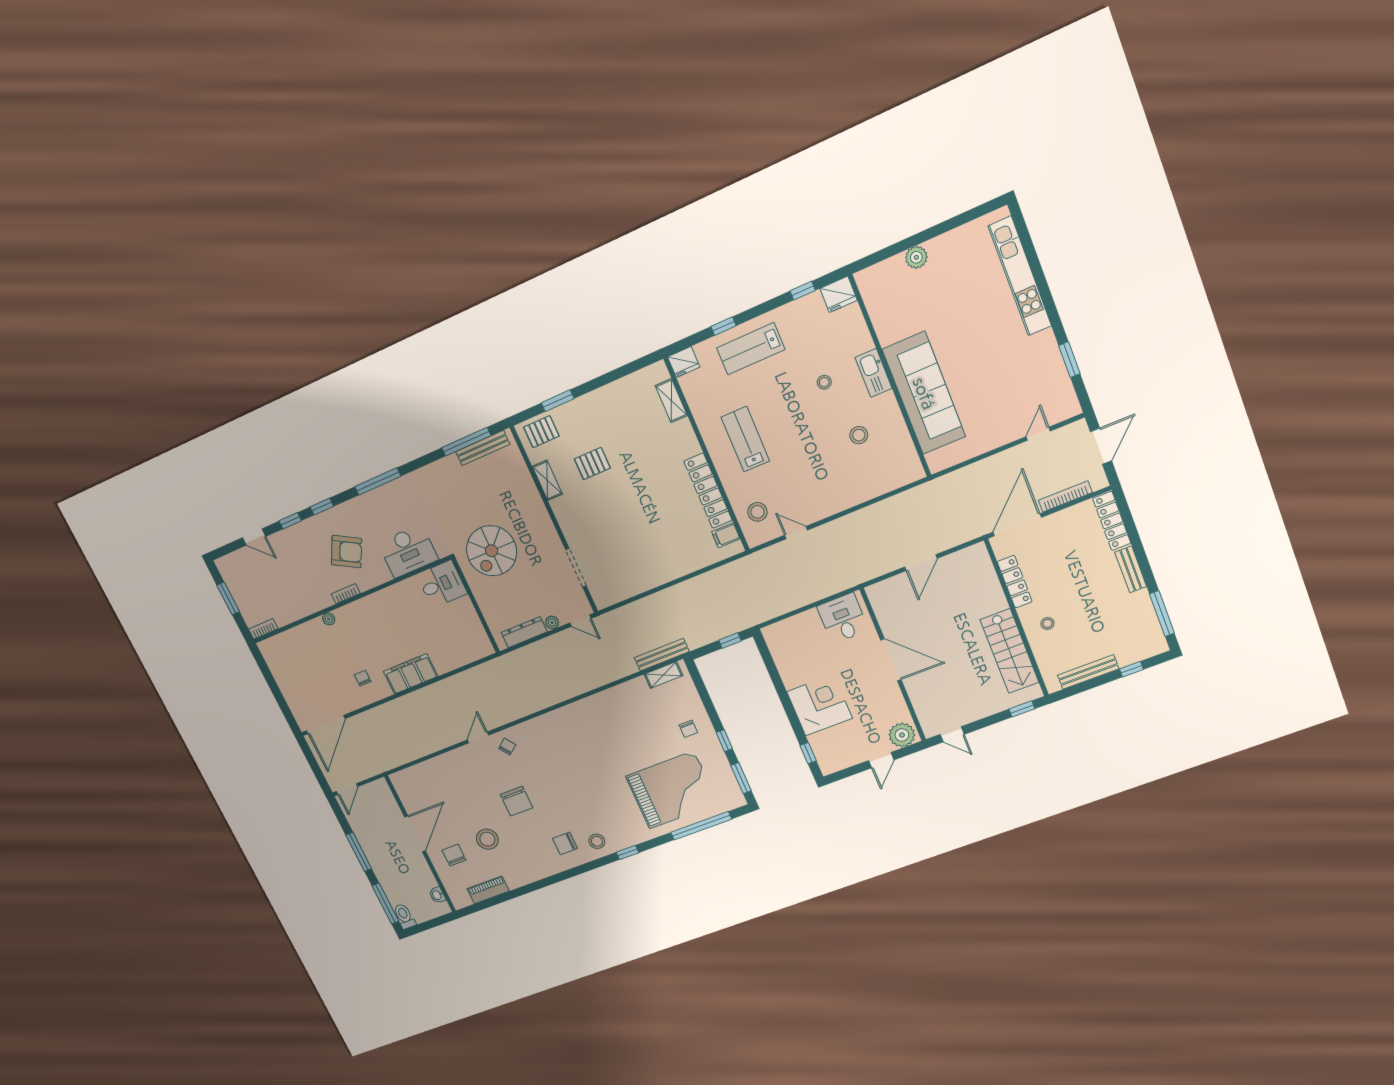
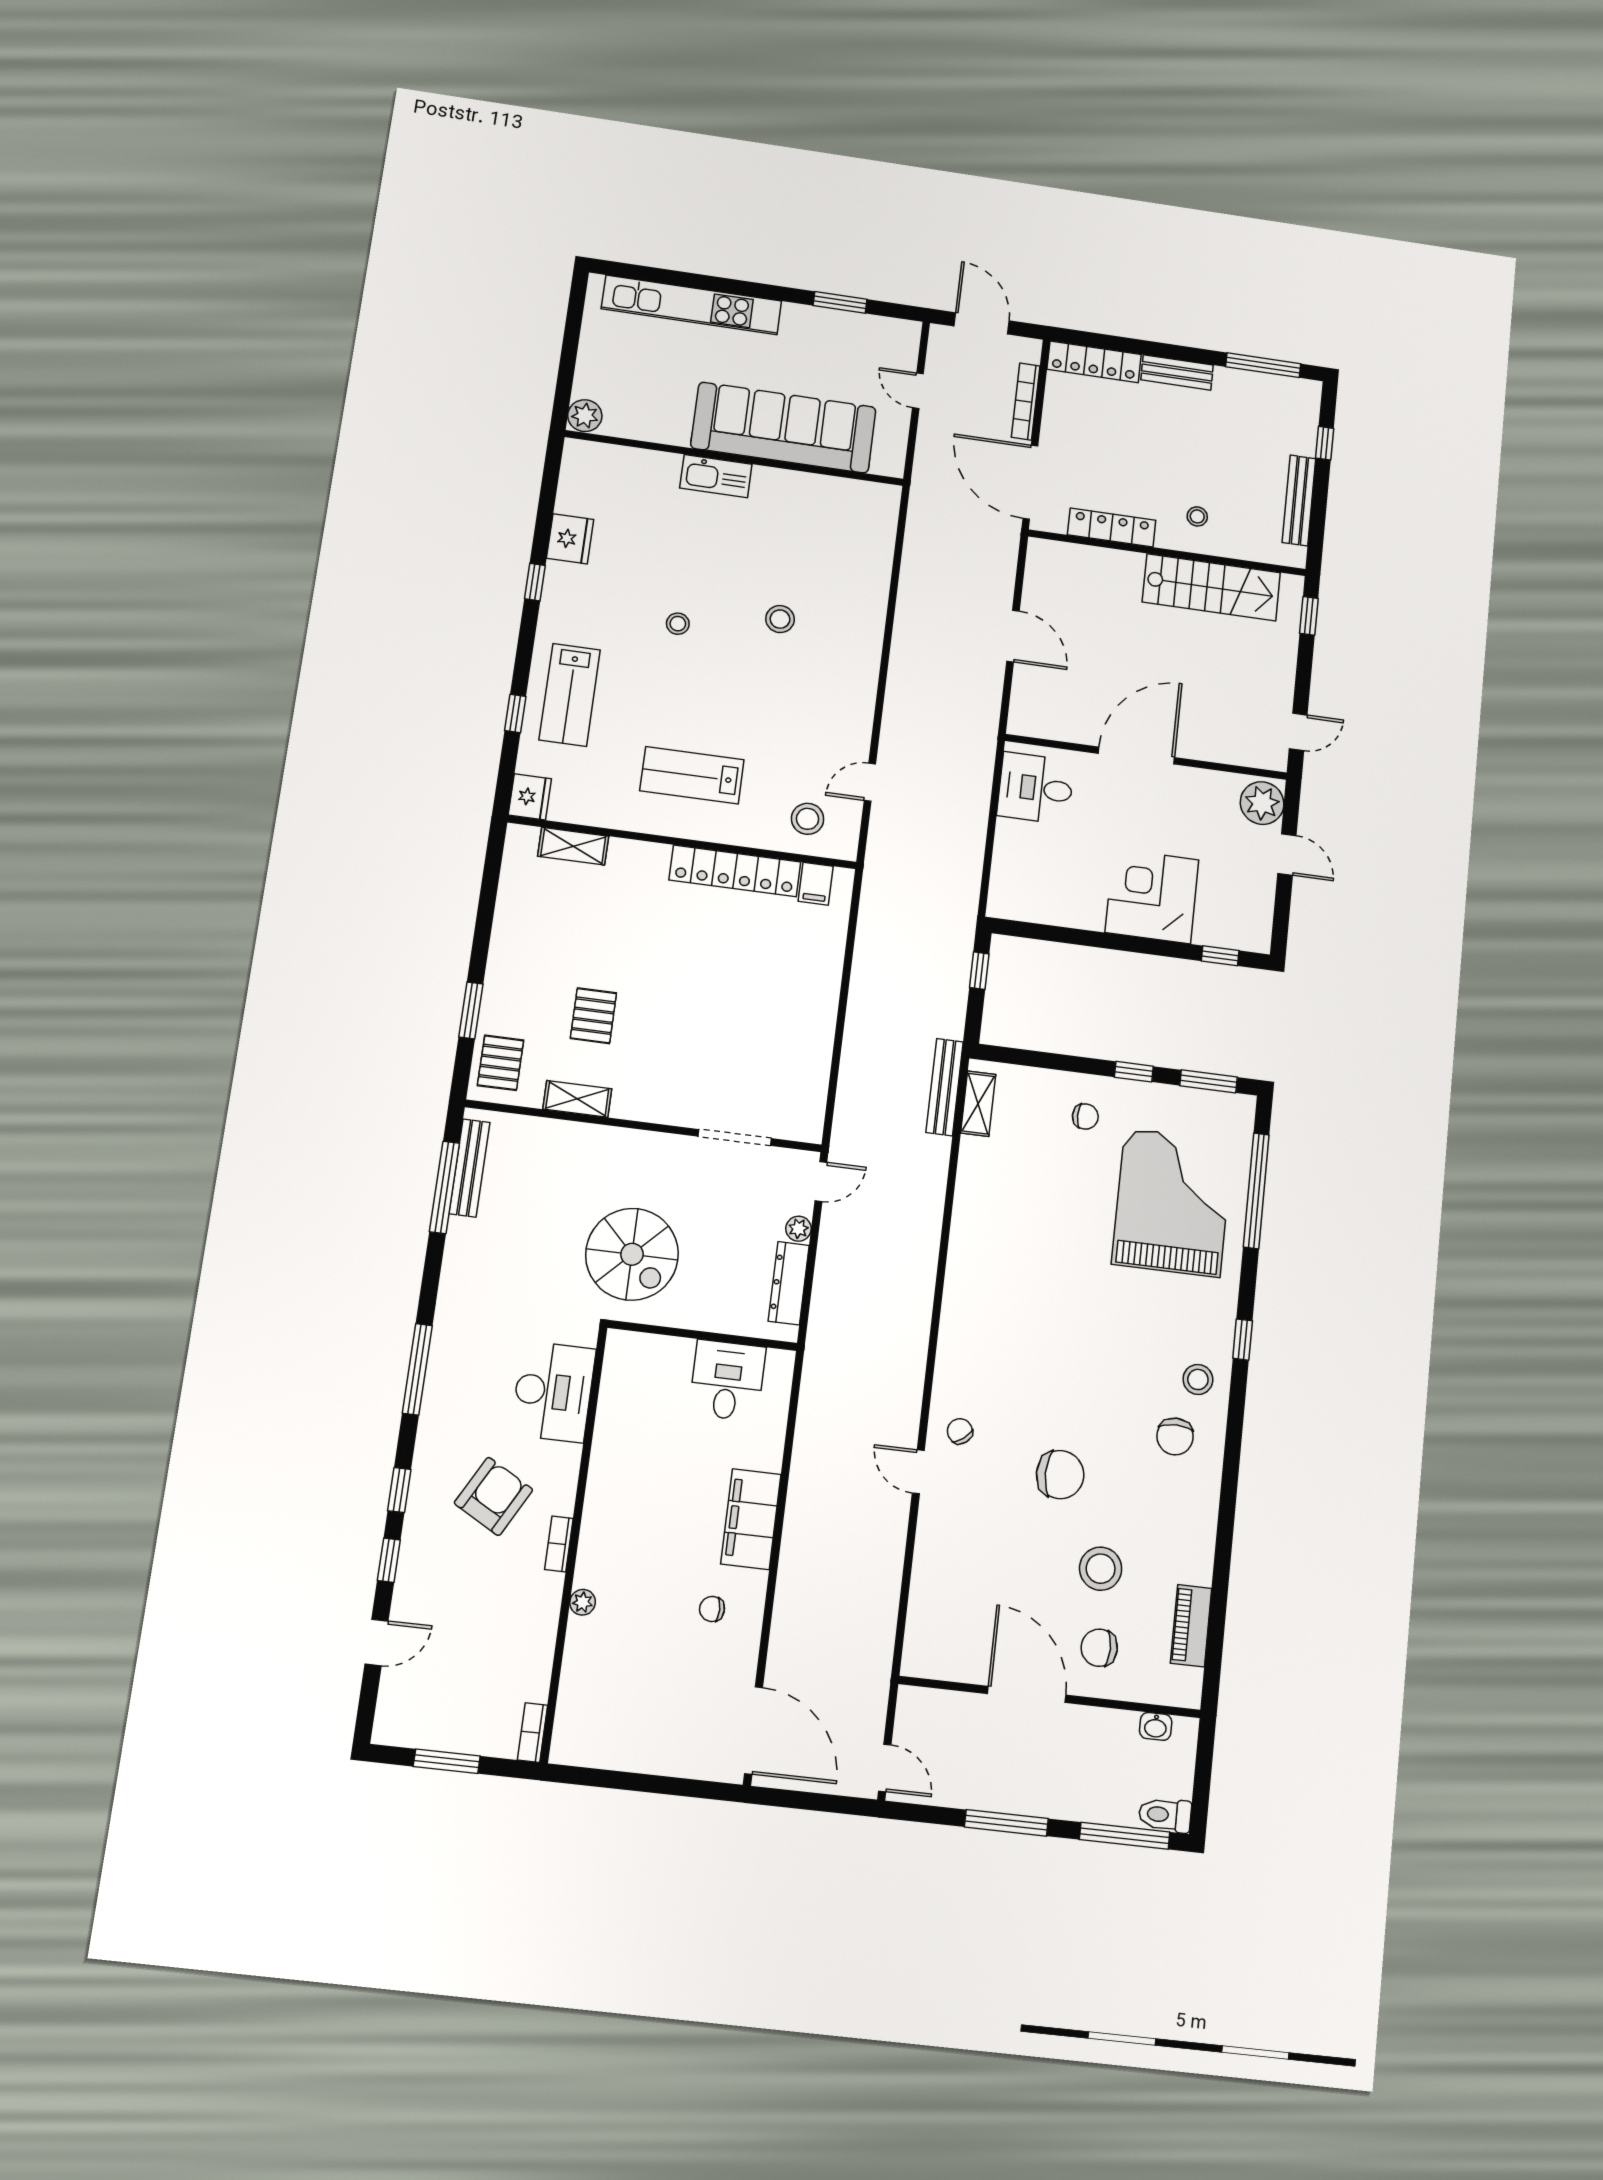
kitchen sink: (874, 373) -> (716, 476), moved
wall: (890, 377) -> (735, 458), moved
sofa: (924, 393) -> (784, 428), moved
desk: (442, 584) -> (727, 1380), moved

